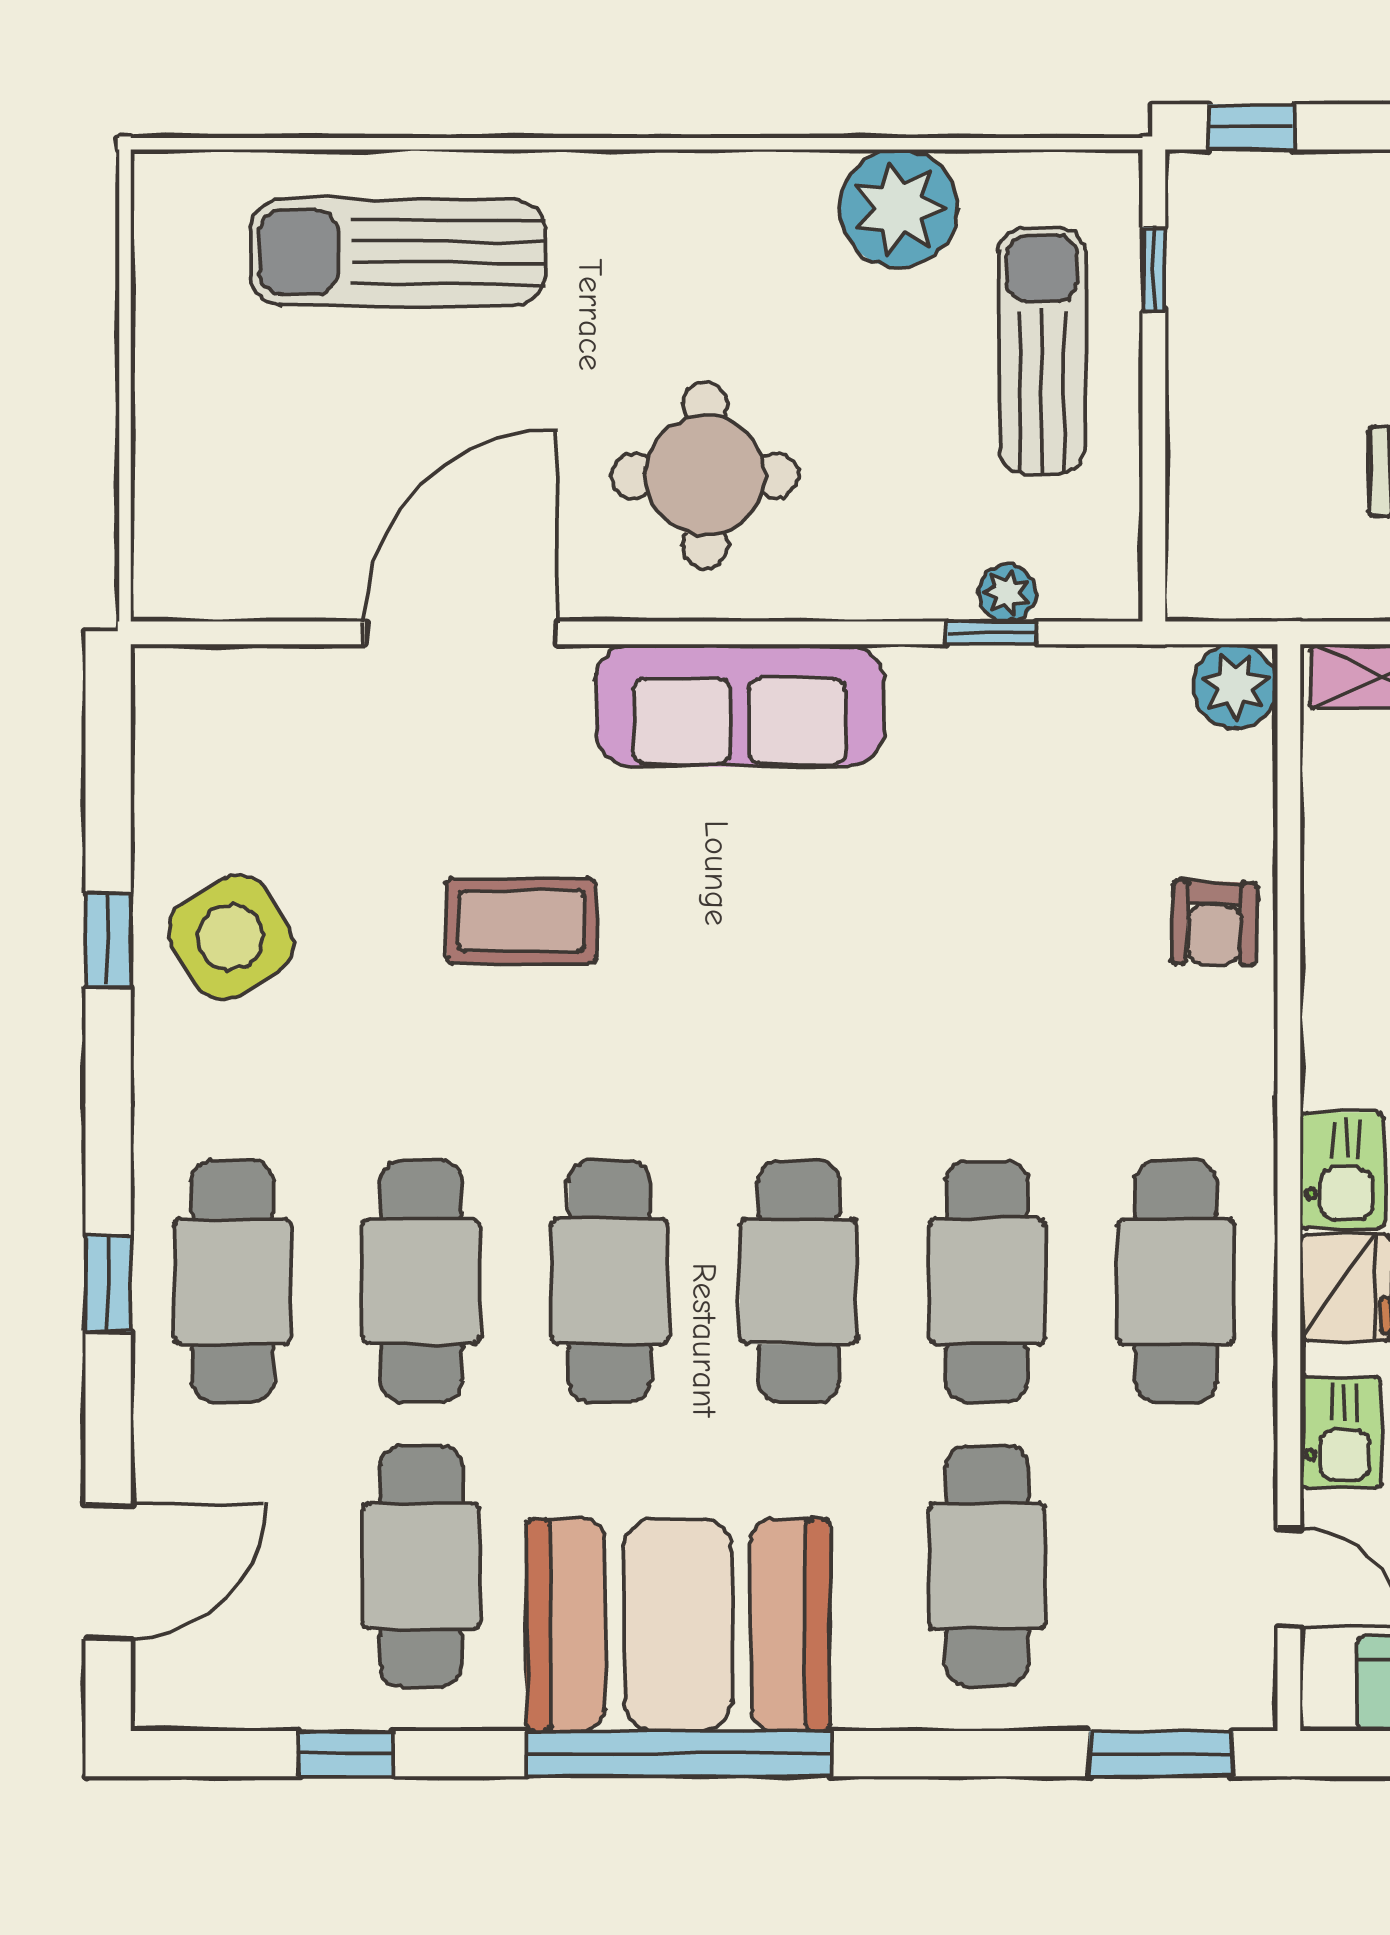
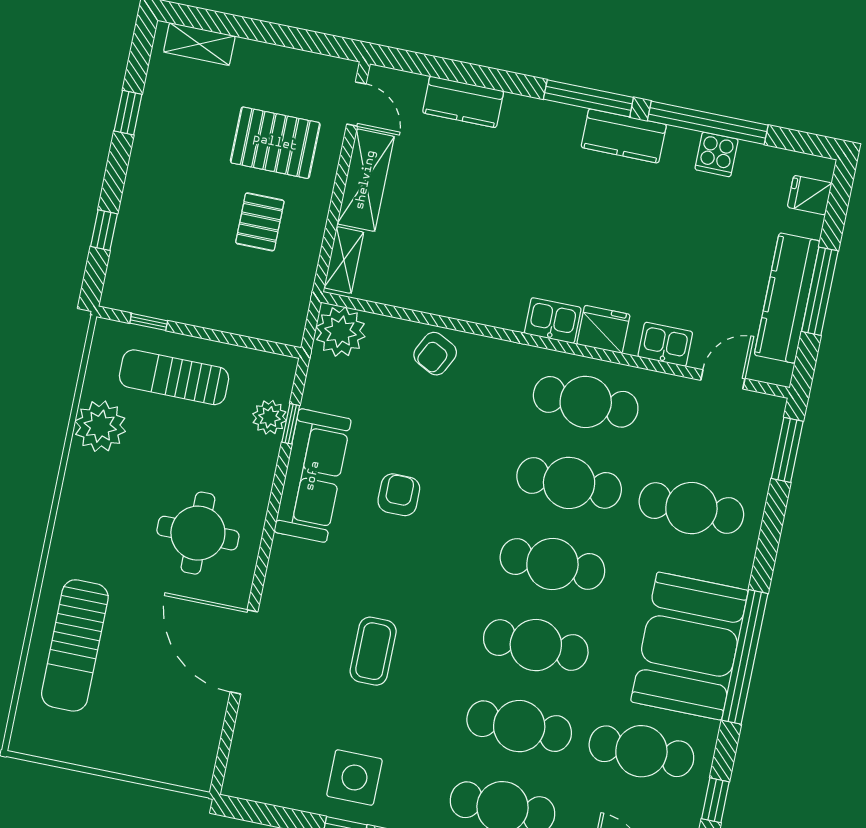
window: (1251, 127) -> (104, 230), moved
plant: (1007, 593) -> (269, 417), width x1.38, depth x1.38
plant: (1235, 686) -> (340, 332), width x1.36, depth x1.36
sofa: (740, 705) -> (313, 476), moved
armchair: (883, 907) -> (399, 495), added
armchair: (1214, 923) -> (435, 354), turned 115
side table: (231, 937) -> (354, 778), turned 31

